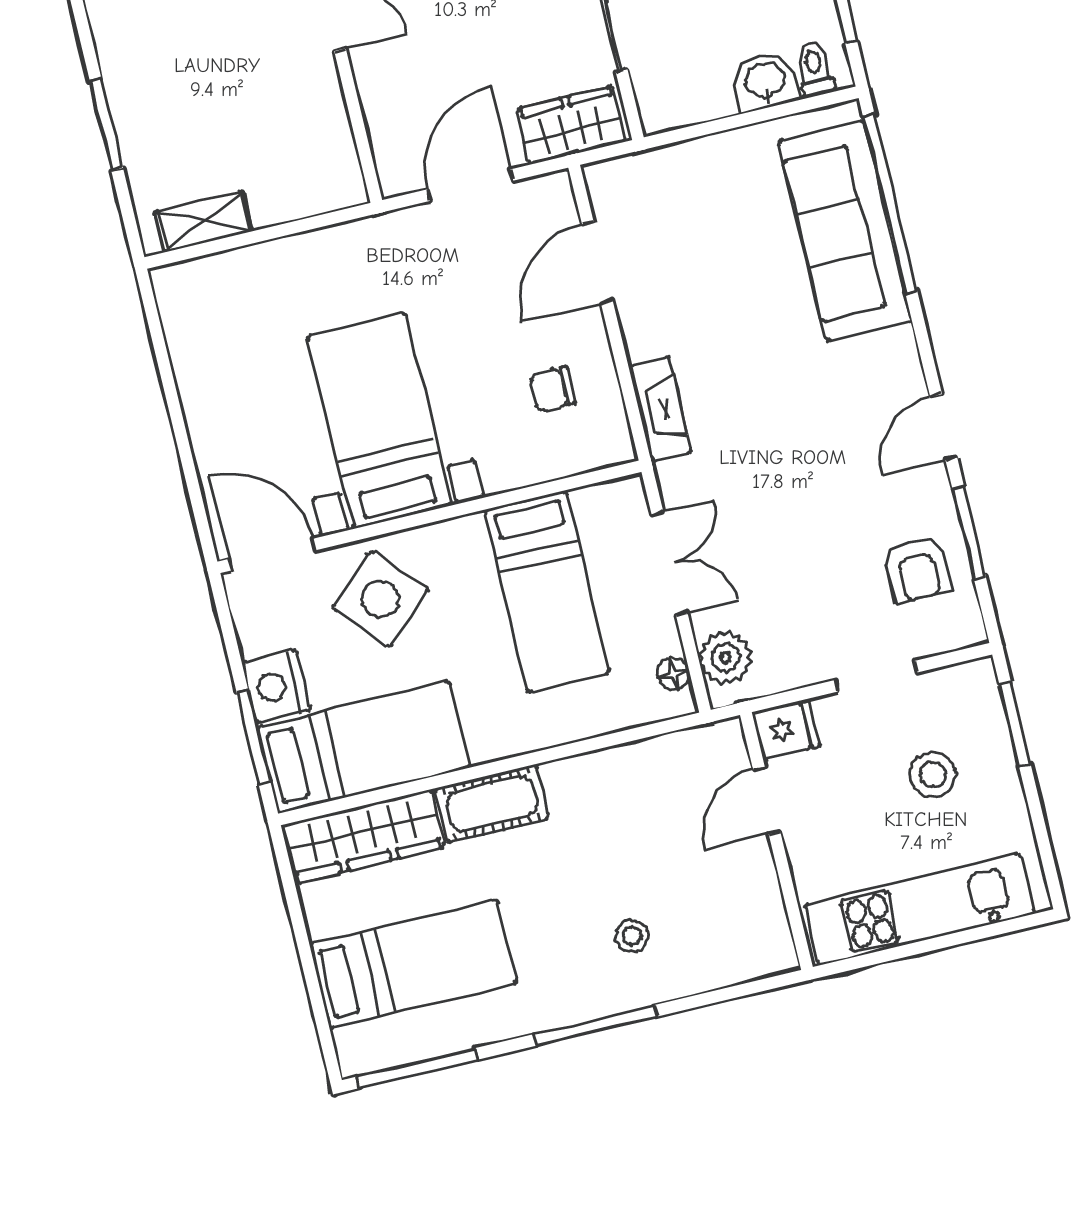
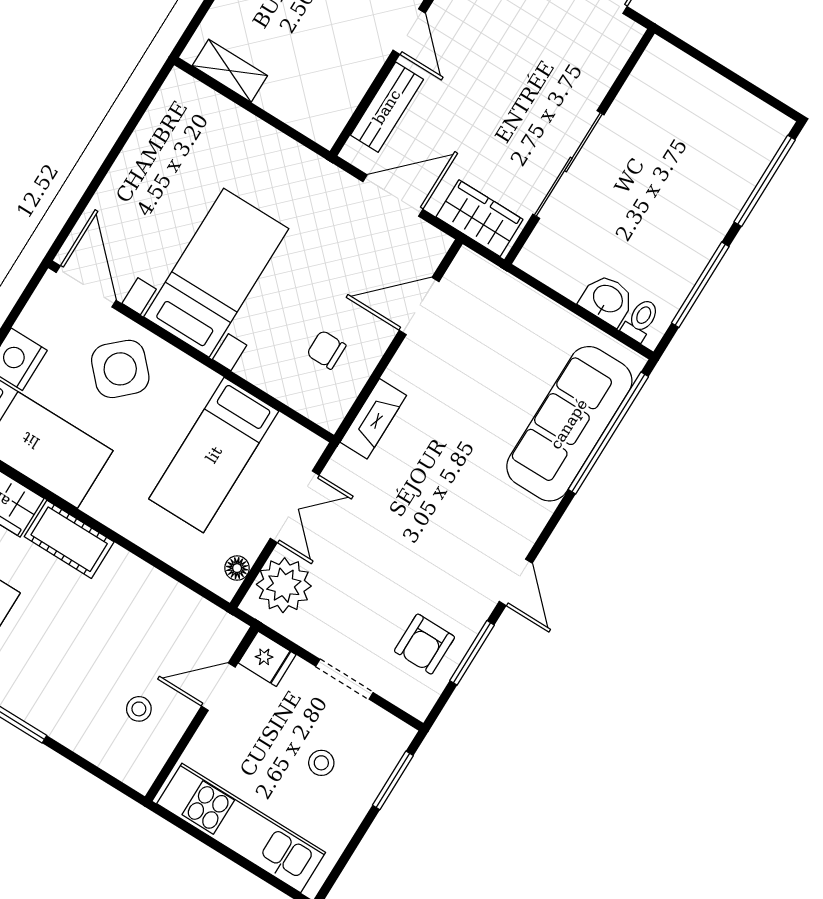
bench: (382, 109) -> (387, 107), added
door: (944, 427) -> (516, 582), swing flipped
plant: (726, 658) -> (284, 585), width x1.36, depth x1.36
stool: (933, 775) -> (321, 763), width x0.73, depth x0.73
stool: (632, 936) -> (139, 709), moved

